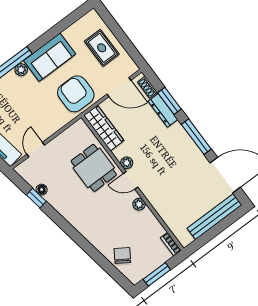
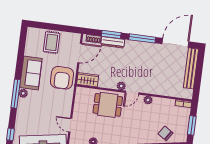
rug: (102, 48) -> (52, 42), turned 90
armchair: (76, 94) -> (62, 78), turned -90
wardrobe: (104, 128) -> (88, 80), width x0.67

